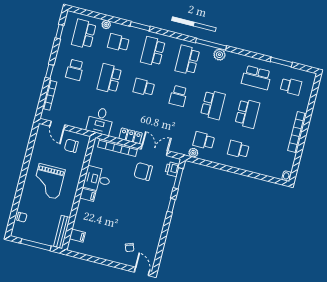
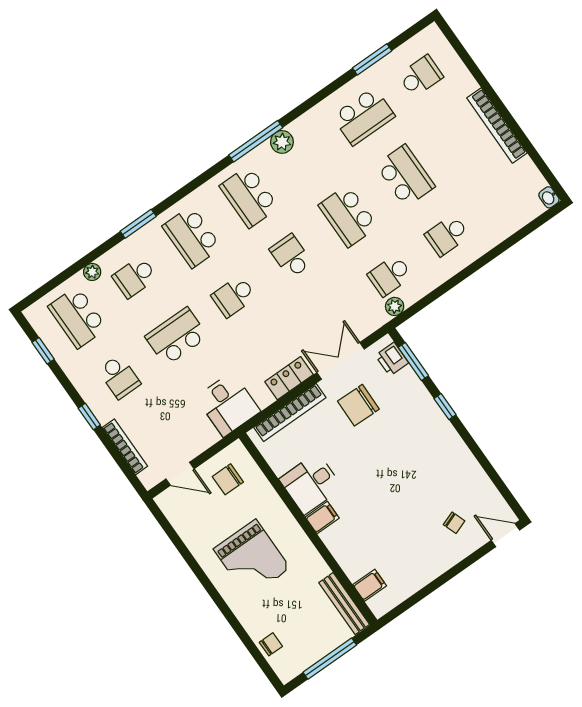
school desk: (109, 79) -> (176, 337), turned 90
school desk: (178, 96) -> (291, 256), turned 180
school desk: (213, 105) -> (348, 216), turned 180

